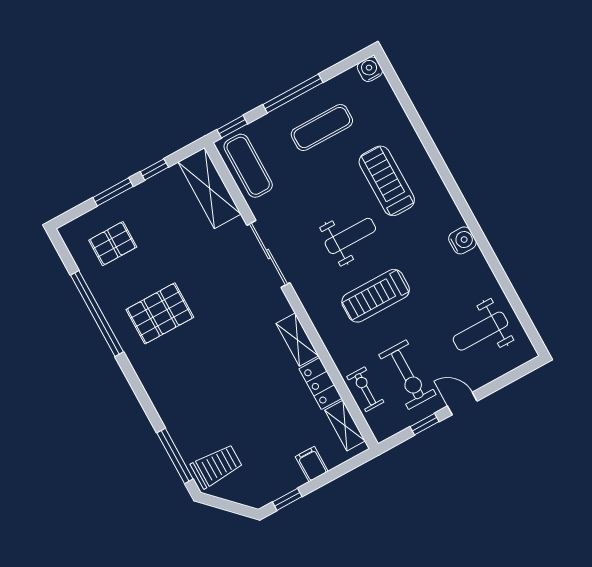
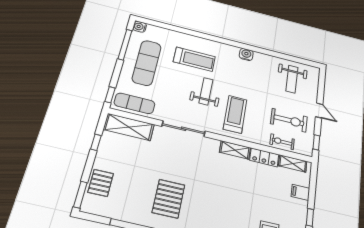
window: (293, 94) -> (125, 45), moved
exercise mat: (322, 128) -> (147, 63), width x1.36, depth x1.45
treadmill: (387, 181) -> (194, 59), turned 180
window: (113, 192) -> (80, 195), moved
pallet: (113, 244) -> (101, 183), moved
treadmill: (376, 296) -> (235, 114), moved, turned 180
door: (462, 403) -> (319, 111), swing flipped
window: (425, 424) -> (316, 142), moved

